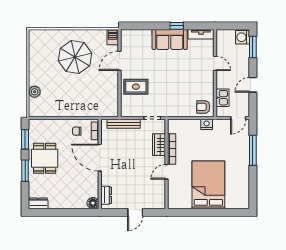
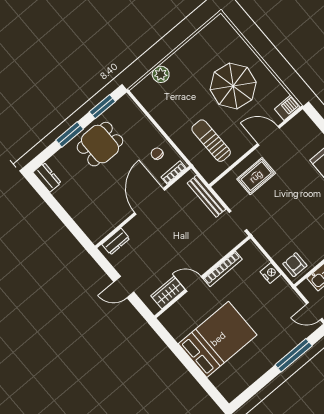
rug: (136, 87) -> (256, 176), turned 90
sun lounger: (95, 95) -> (211, 141), added
nightstand: (207, 124) -> (270, 273), moved
wardrobe: (159, 145) -> (168, 293), moved
floor lamp: (93, 203) -> (96, 234), removed

